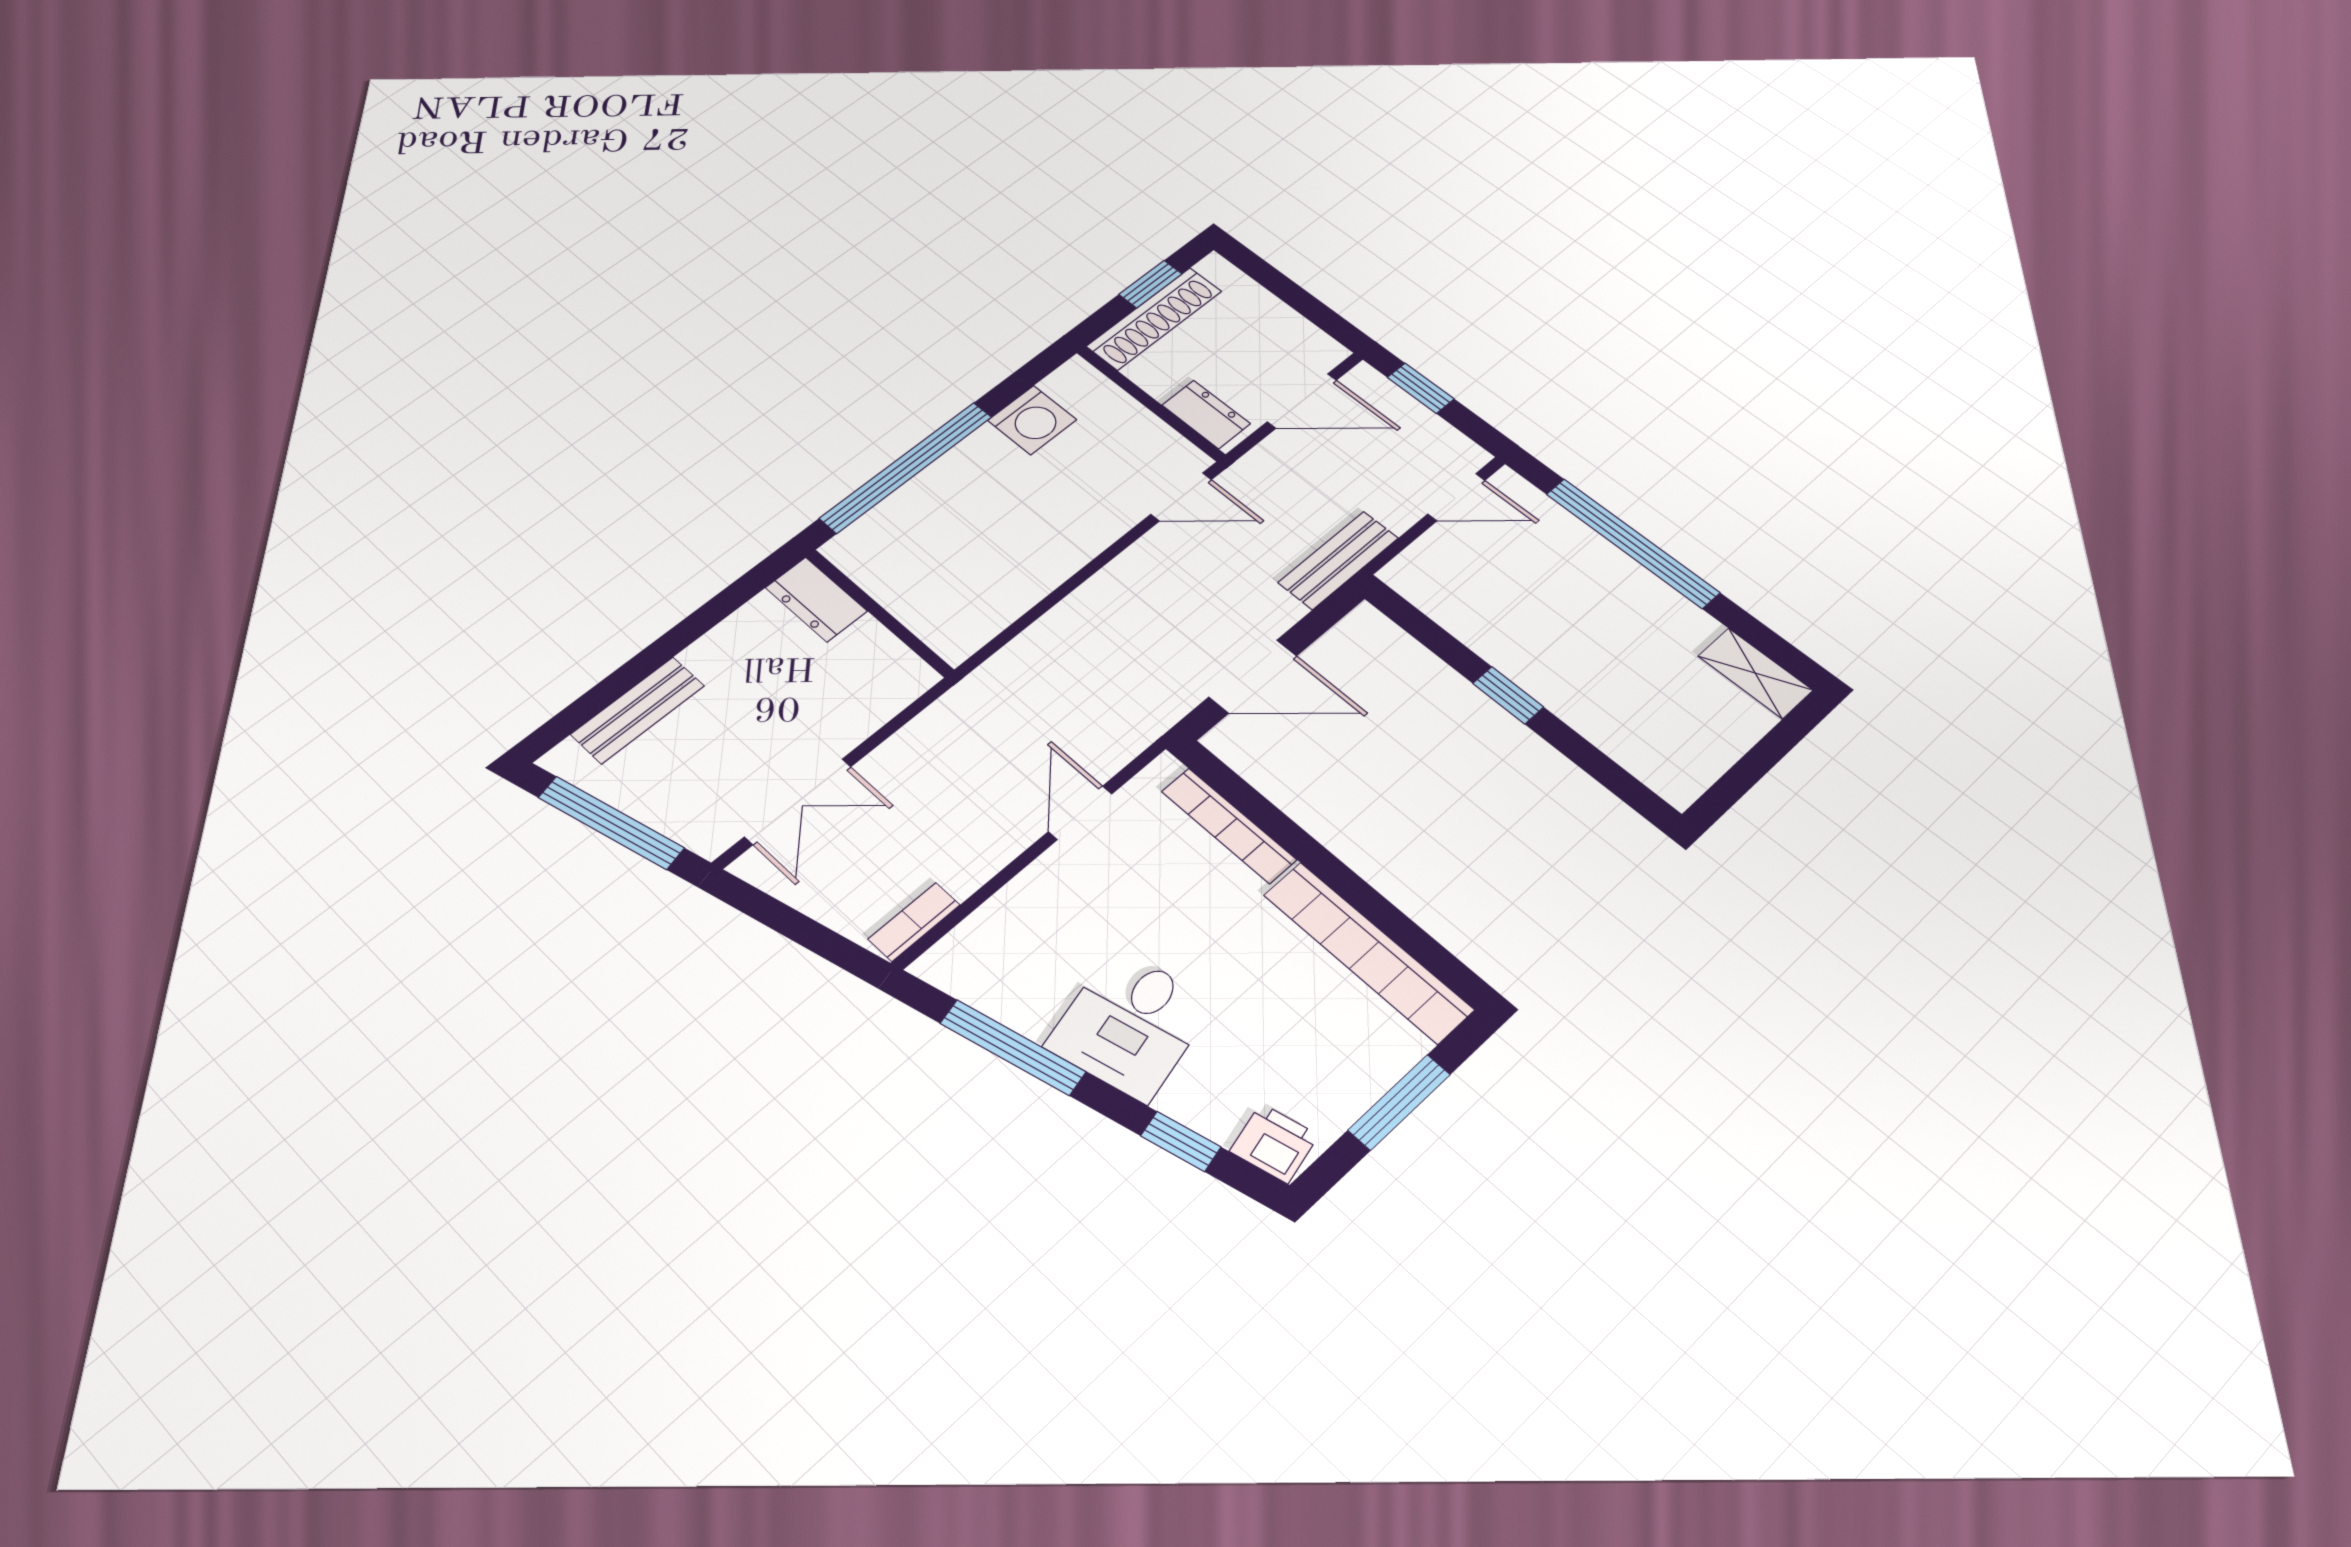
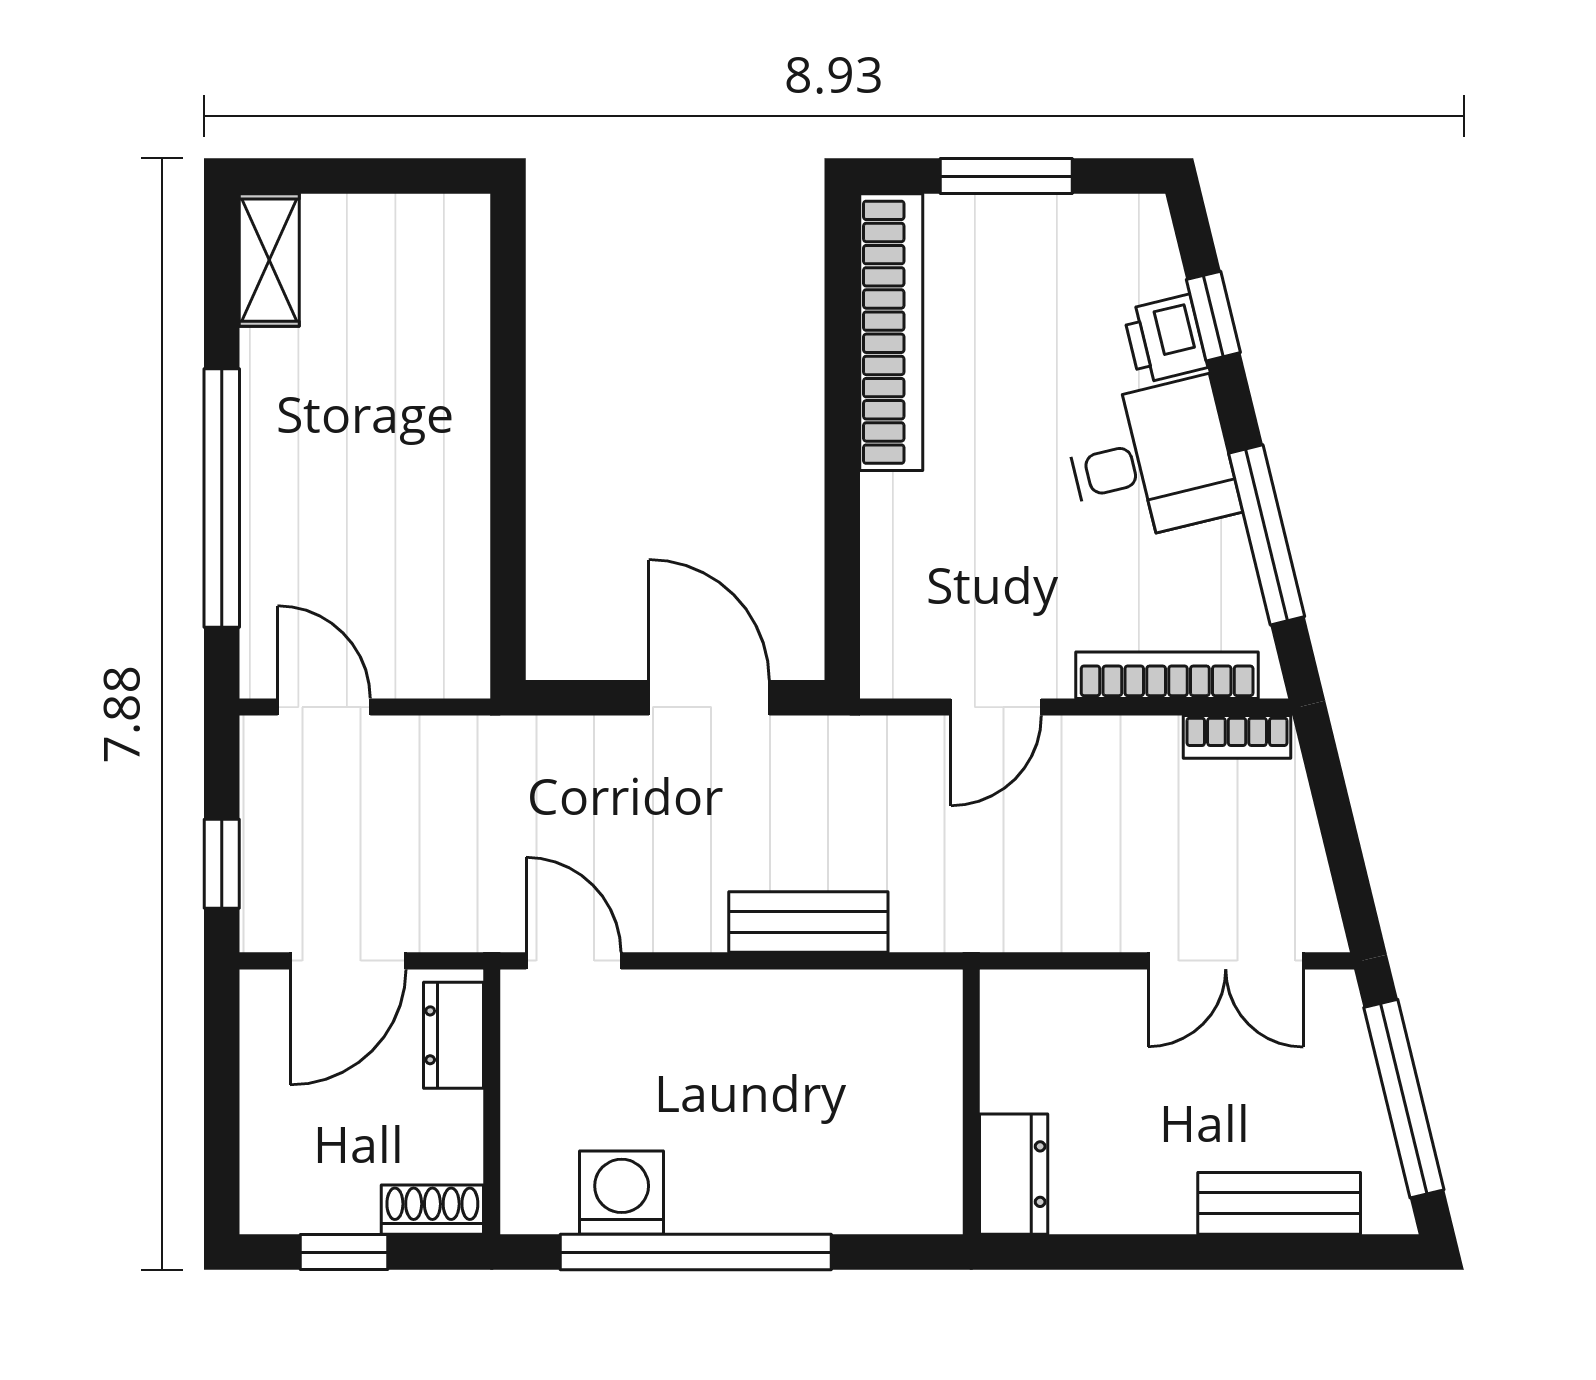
shoe rack: (1154, 319) -> (432, 1210), width x0.51, depth x0.81
door: (1302, 401) -> (348, 961), swing flipped
window: (906, 467) -> (696, 1252), moved
bench: (1338, 560) -> (808, 922), moved
window: (1508, 695) -> (508, 455), removed
double door: (798, 802) -> (1226, 961), swing flipped
bookcase: (1229, 825) -> (1167, 675), moved, turned -90
printer: (1274, 1143) -> (1165, 339), moved

